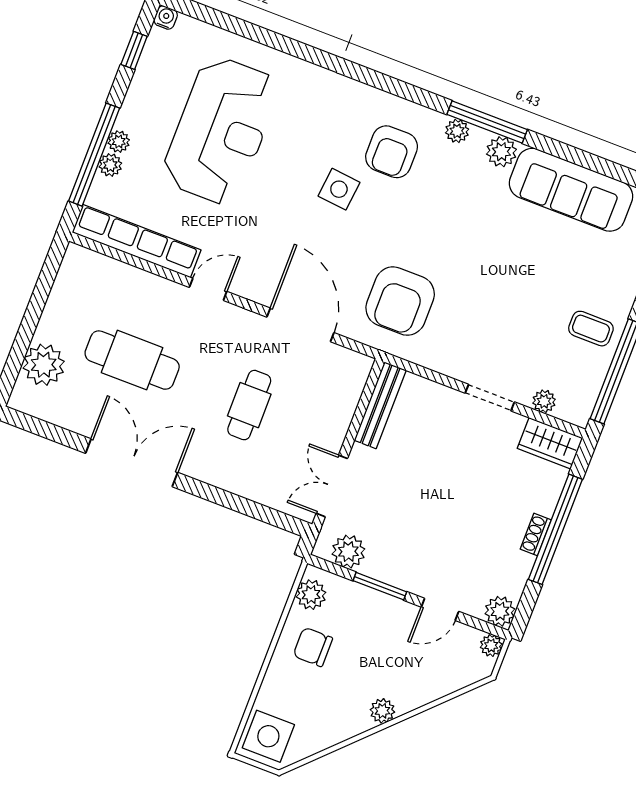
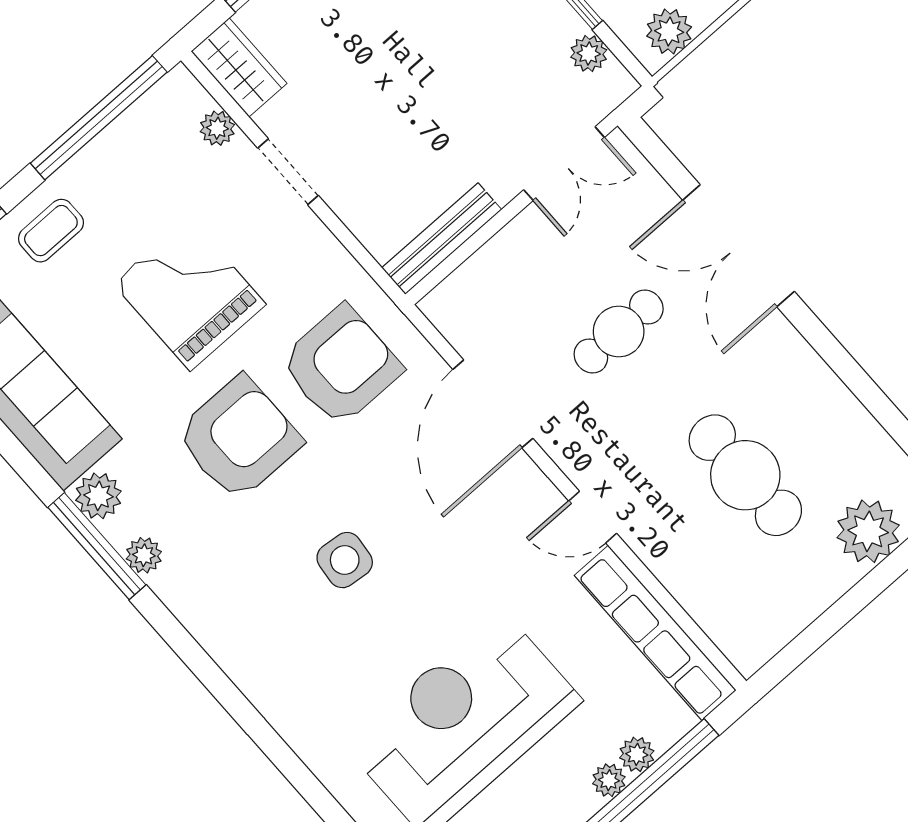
armchair: (392, 152) -> (239, 438), moved, width x1.36, depth x1.36
grand piano: (510, 297) -> (189, 294), added
coffee table: (591, 329) -> (51, 231), moved, turned 90
double door: (132, 463) -> (738, 246), moved
plant: (348, 552) -> (589, 53), width x0.73, depth x0.73

